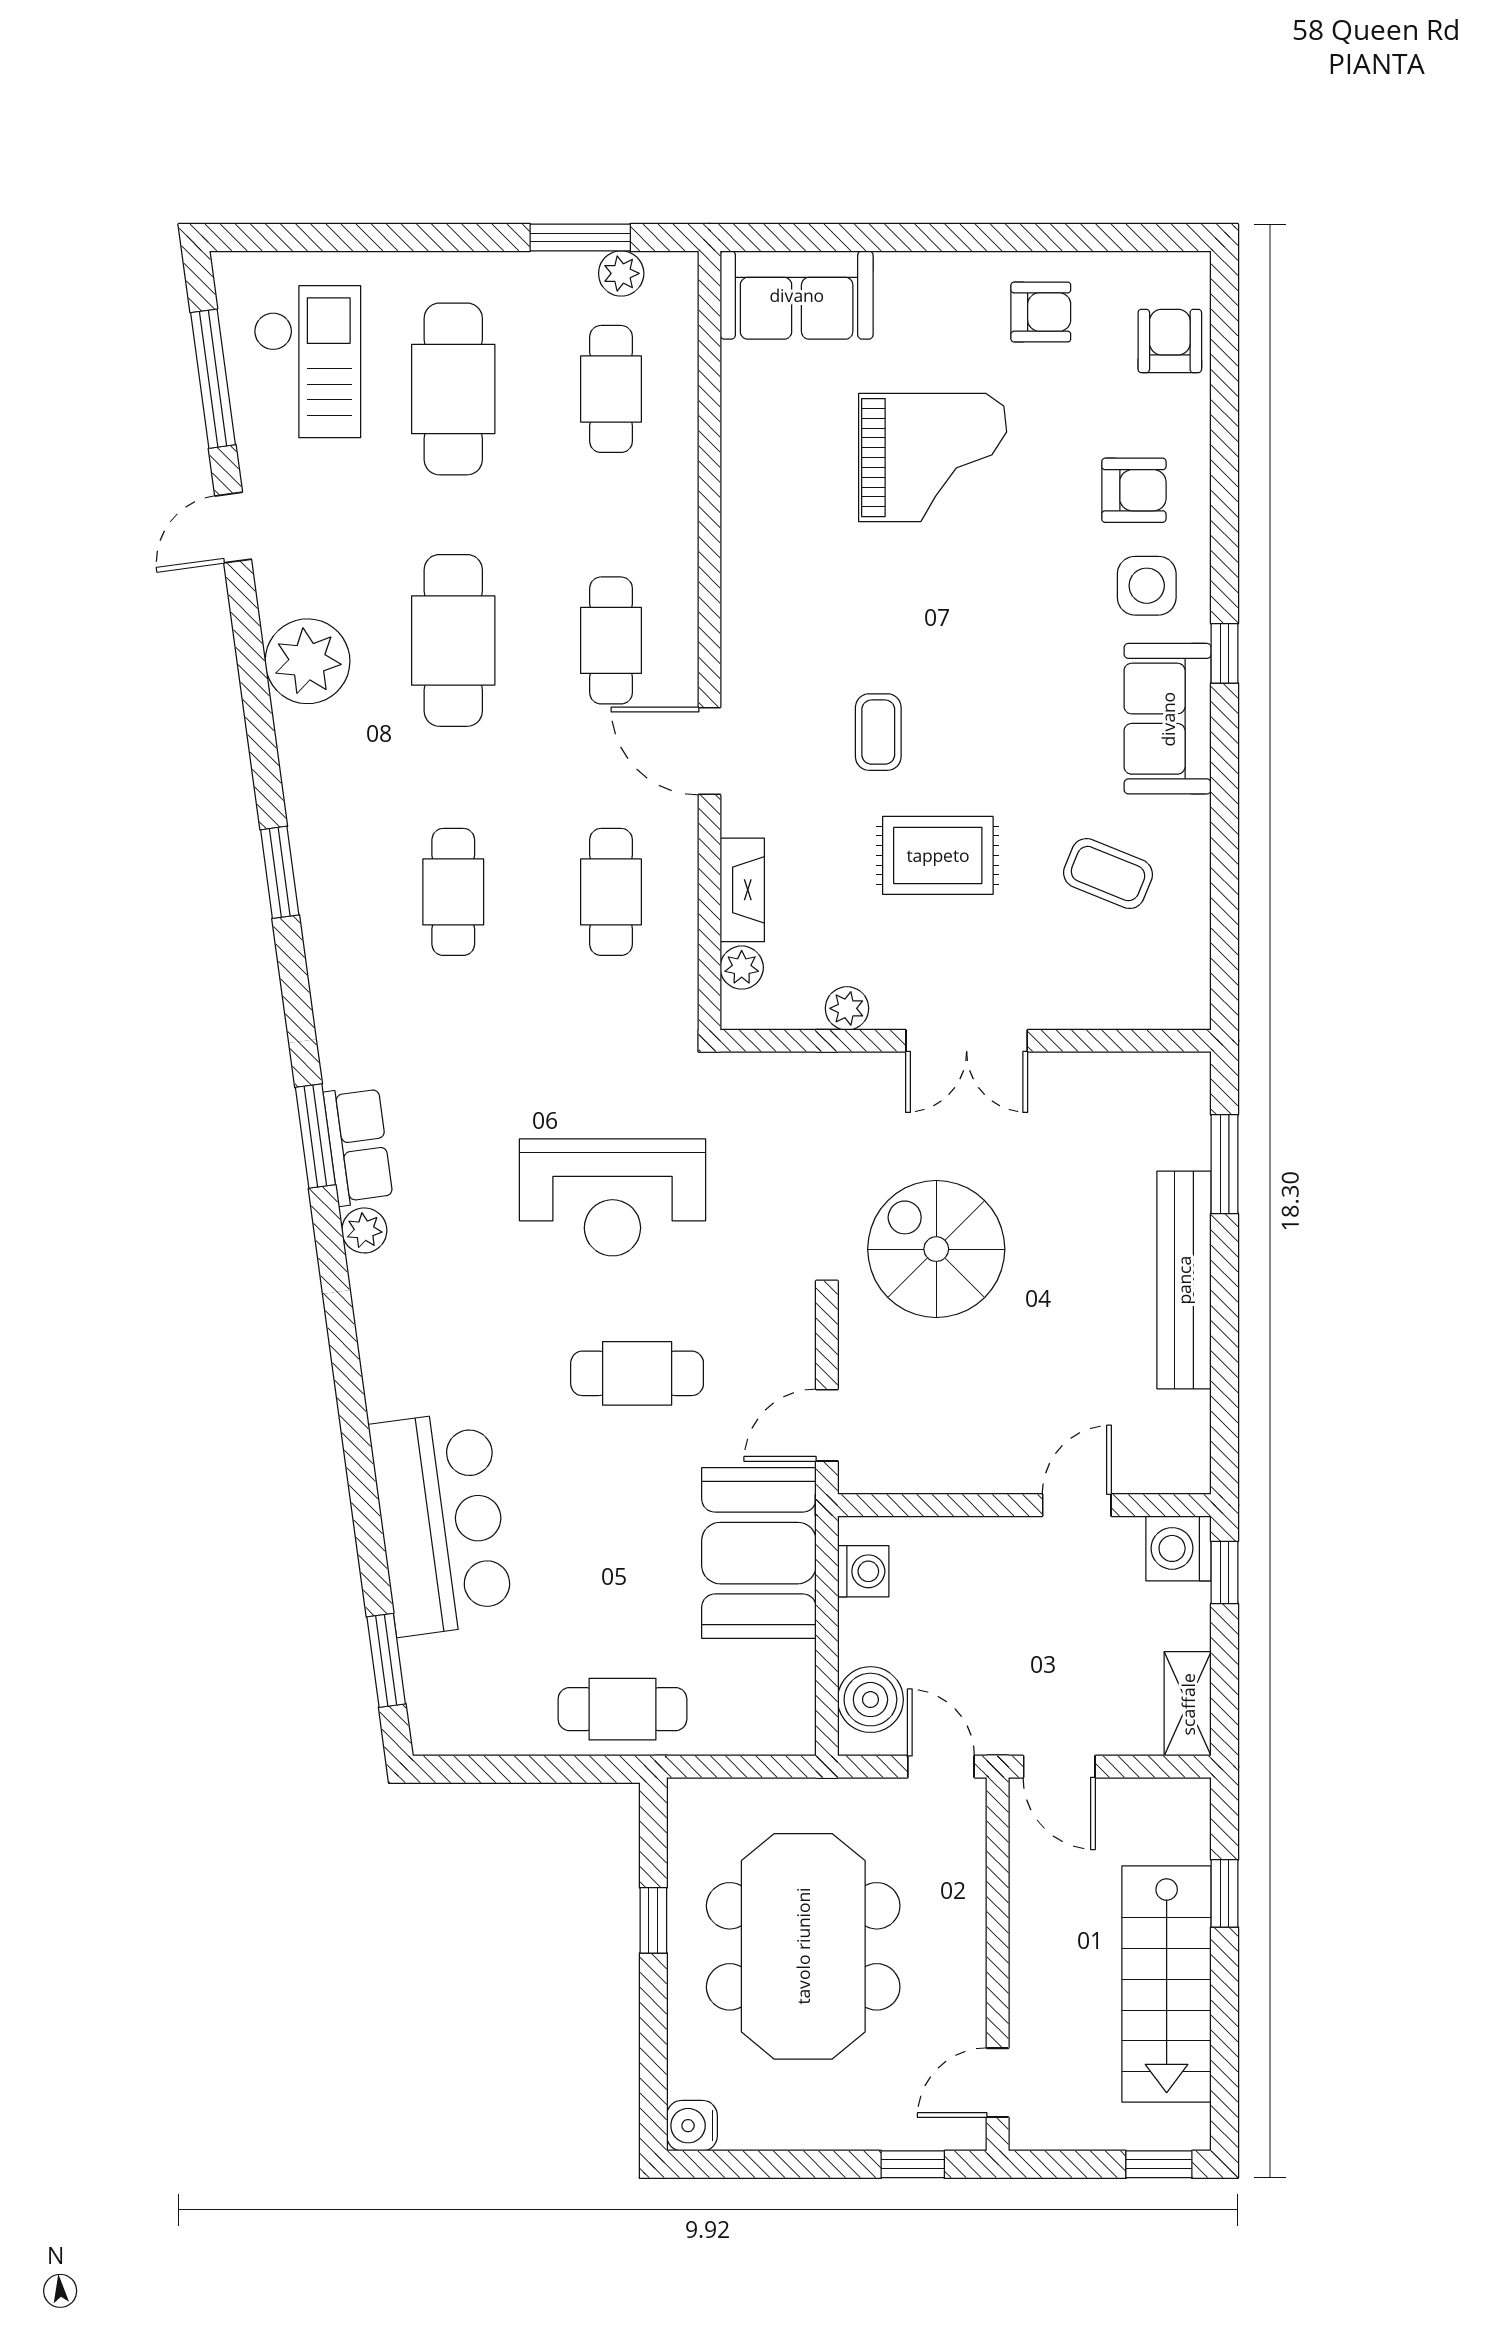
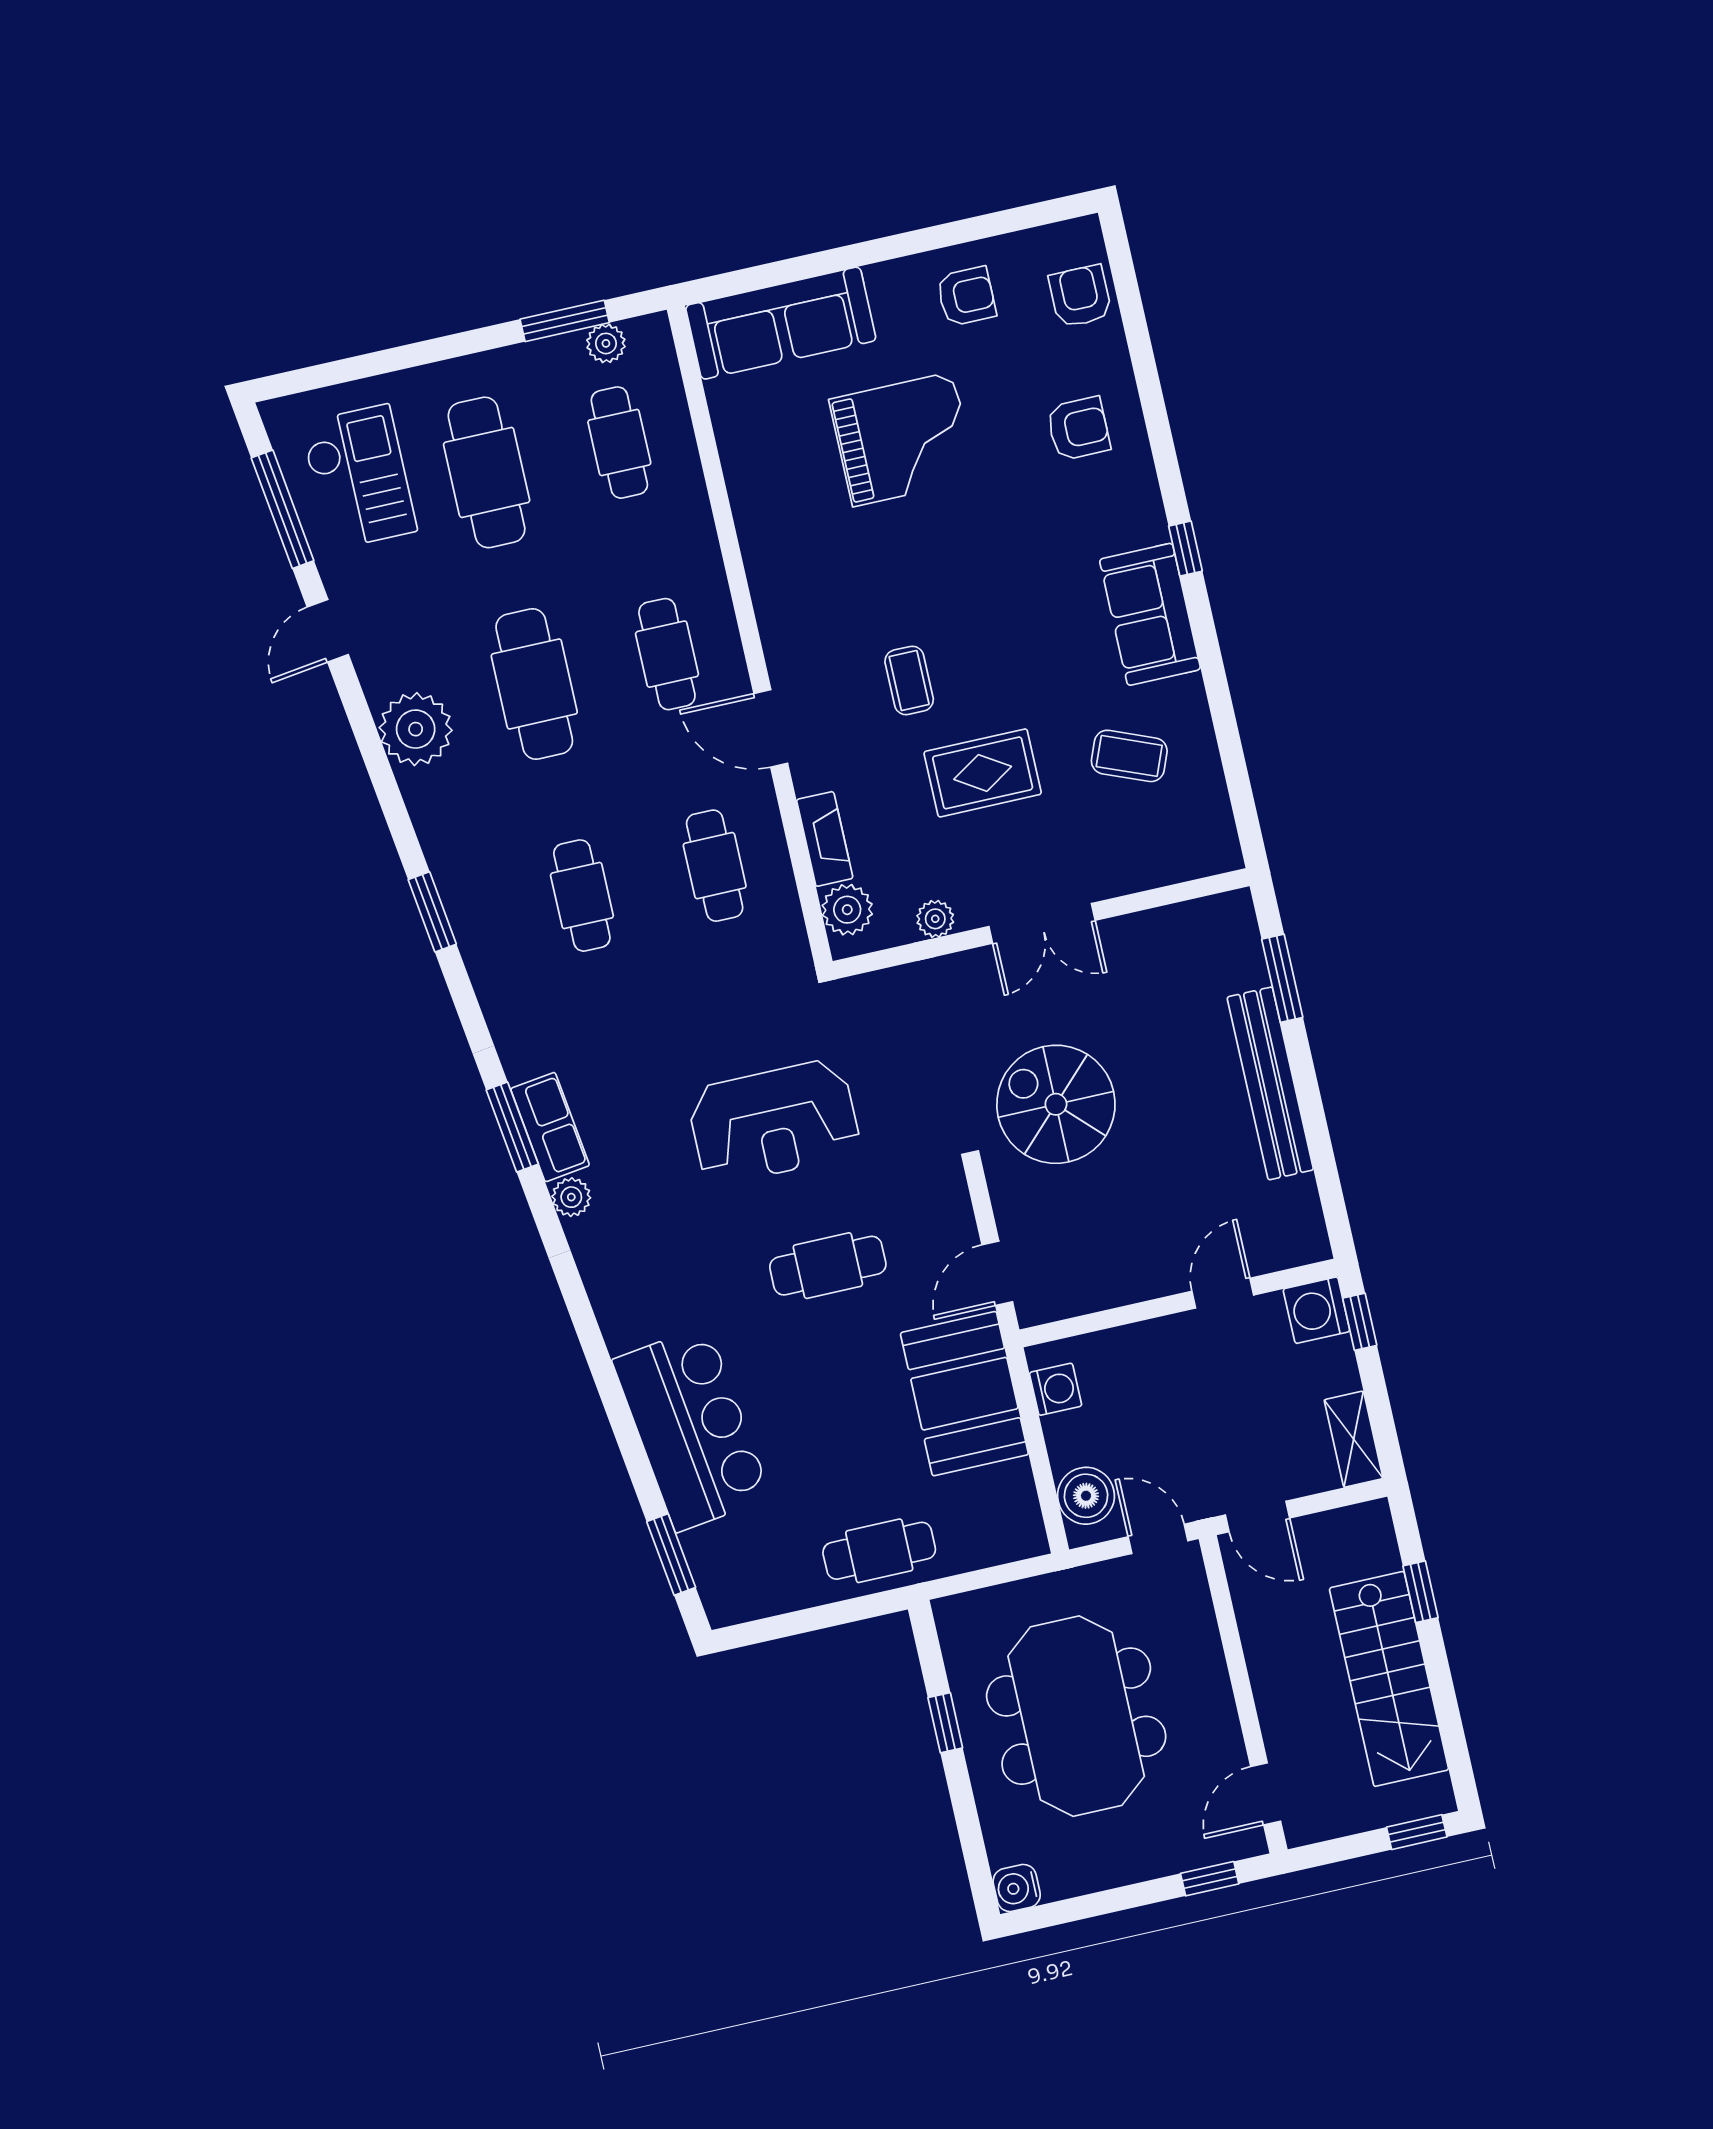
sofa: (797, 295) -> (781, 323), width x1.36
side table: (1147, 586) -> (1107, 506), removed
plant: (742, 968) -> (847, 910), width x1.38, depth x1.38

